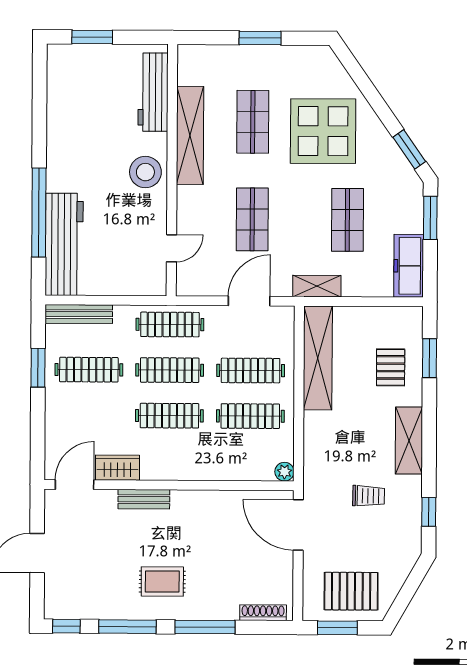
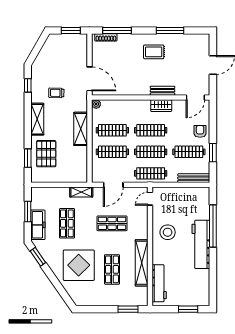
window: (260, 38) -> (128, 309), moved
stool: (145, 172) -> (168, 232), moved
window: (430, 218) -> (28, 211), moved
shop shelf: (252, 219) -> (112, 223), turned 90
workbench: (64, 244) -> (201, 244), moved
door: (171, 248) -> (150, 199), moved
freezer: (409, 266) -> (38, 225), moved
shelving: (318, 358) -> (81, 129), moved, width x0.68
pallet: (391, 367) -> (46, 154), width x1.50, depth x1.42
armchair: (65, 413) -> (200, 131), added
wardrobe: (118, 468) -> (161, 106), moved
pallet: (351, 591) -> (64, 48), removed
window: (66, 626) -> (199, 30), removed
window: (205, 627) -> (117, 30), moved

